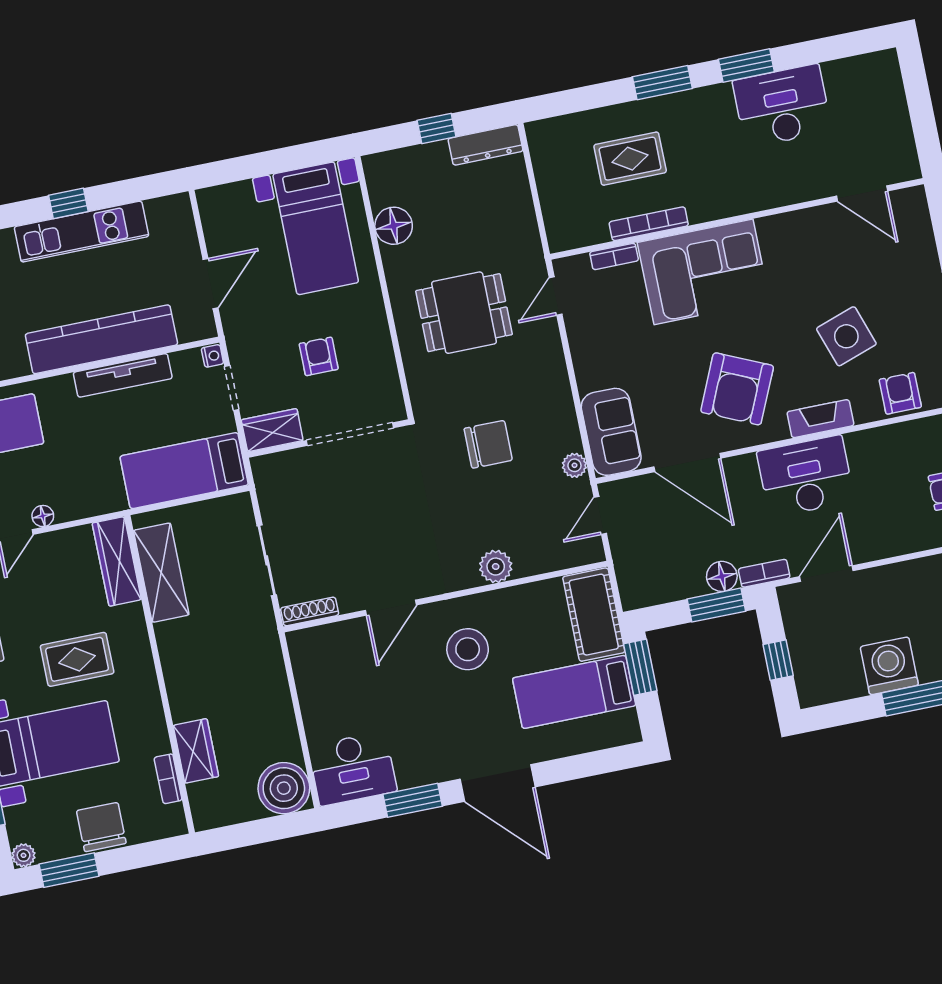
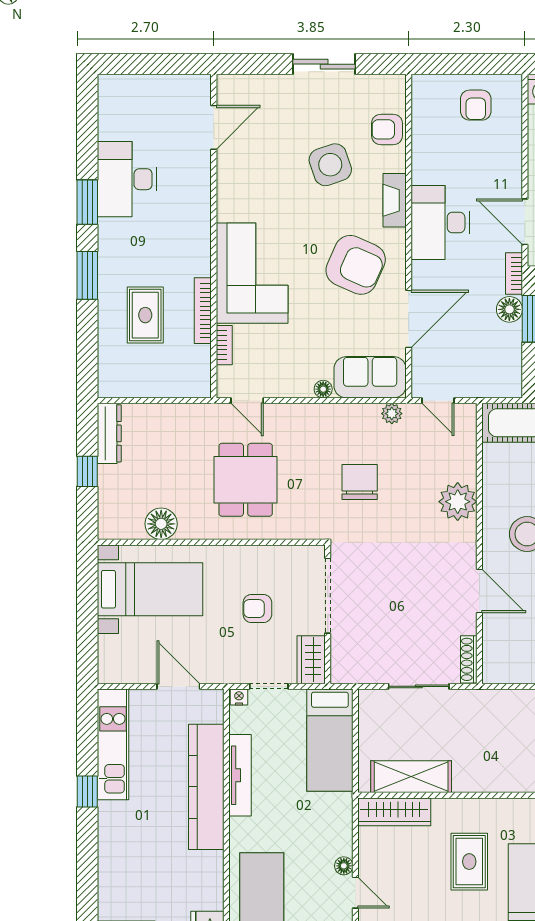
kitchen unit: (81, 232) -> (113, 744), moved
floor lamp: (586, 381) -> (323, 389), added
plant: (496, 567) -> (458, 502), width x1.36, depth x1.36

